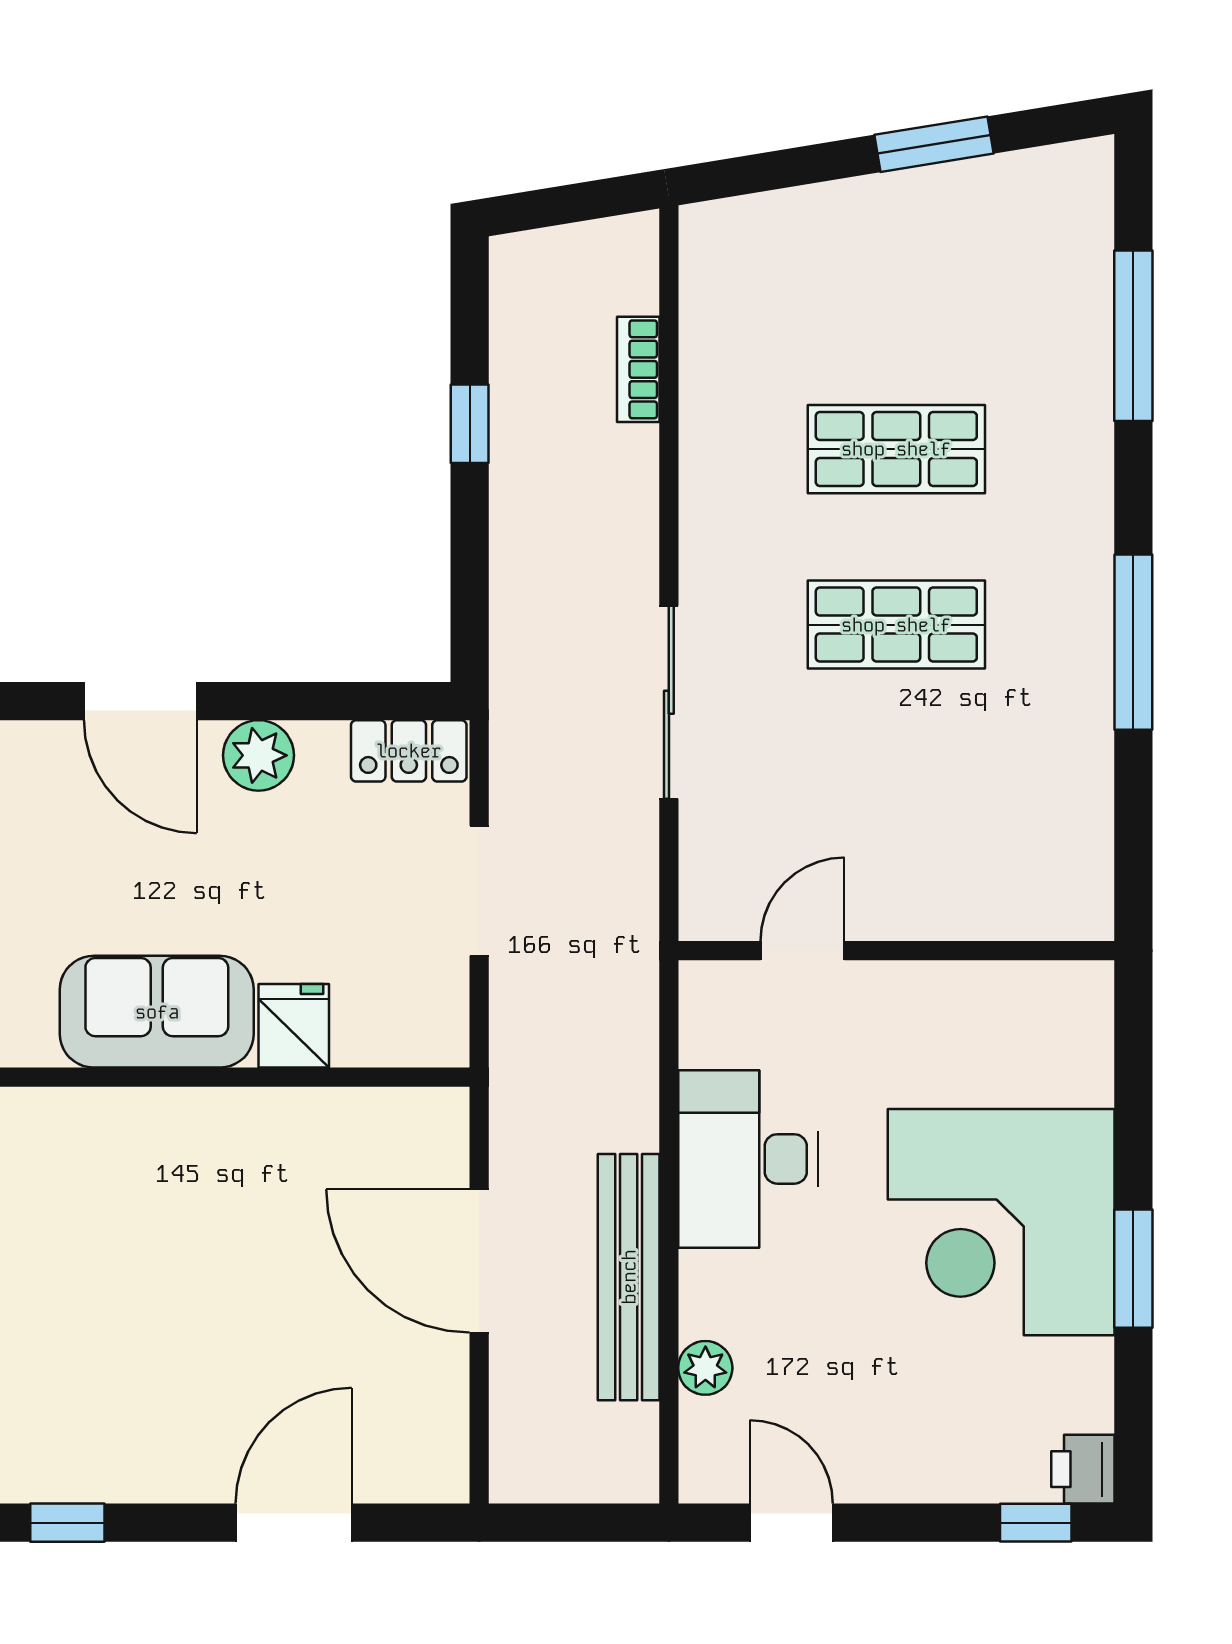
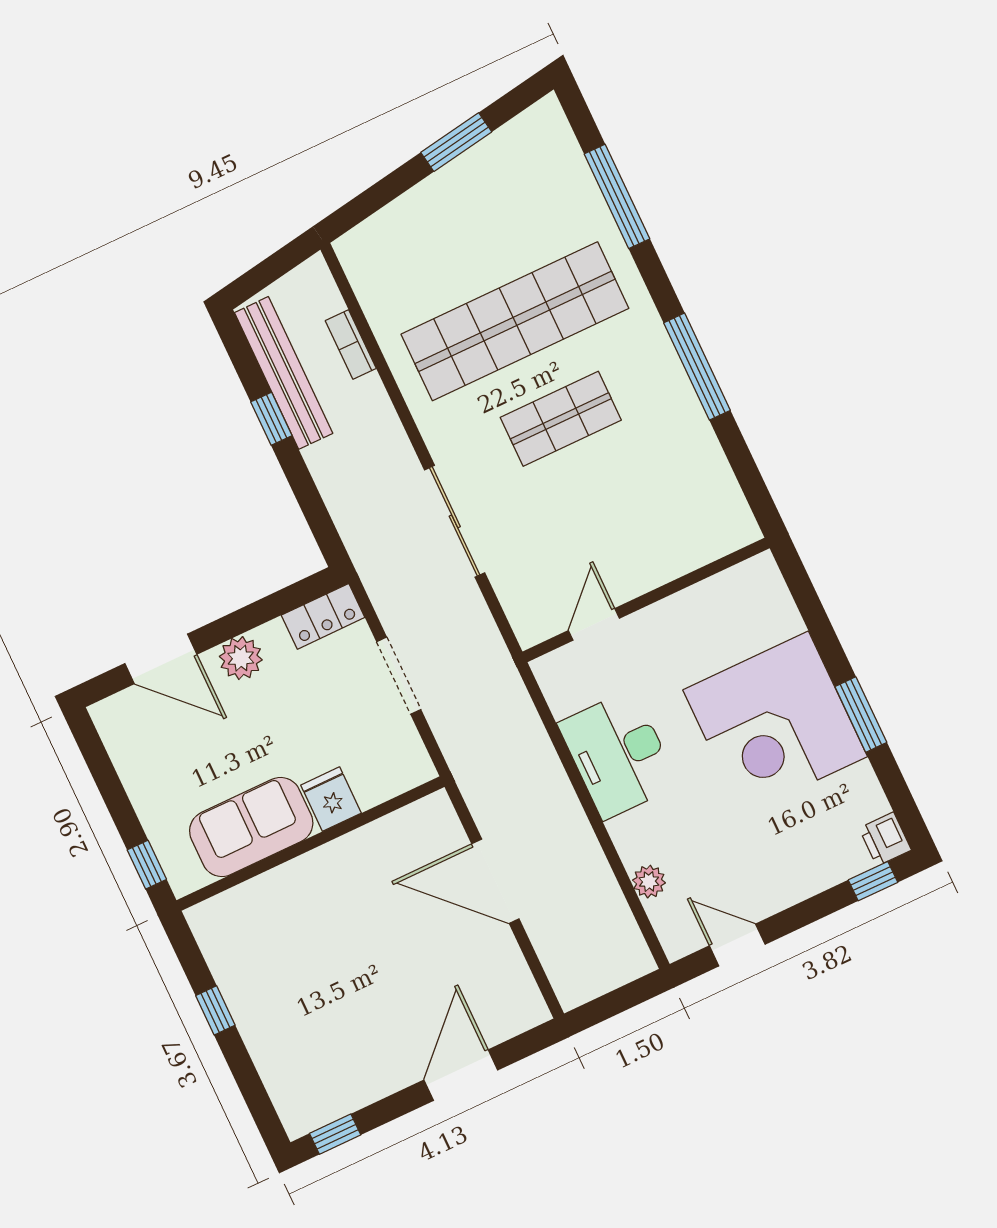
shop shelf: (896, 449) -> (515, 321), width x2.00, depth x1.36
bench: (629, 1277) -> (284, 373), moved

